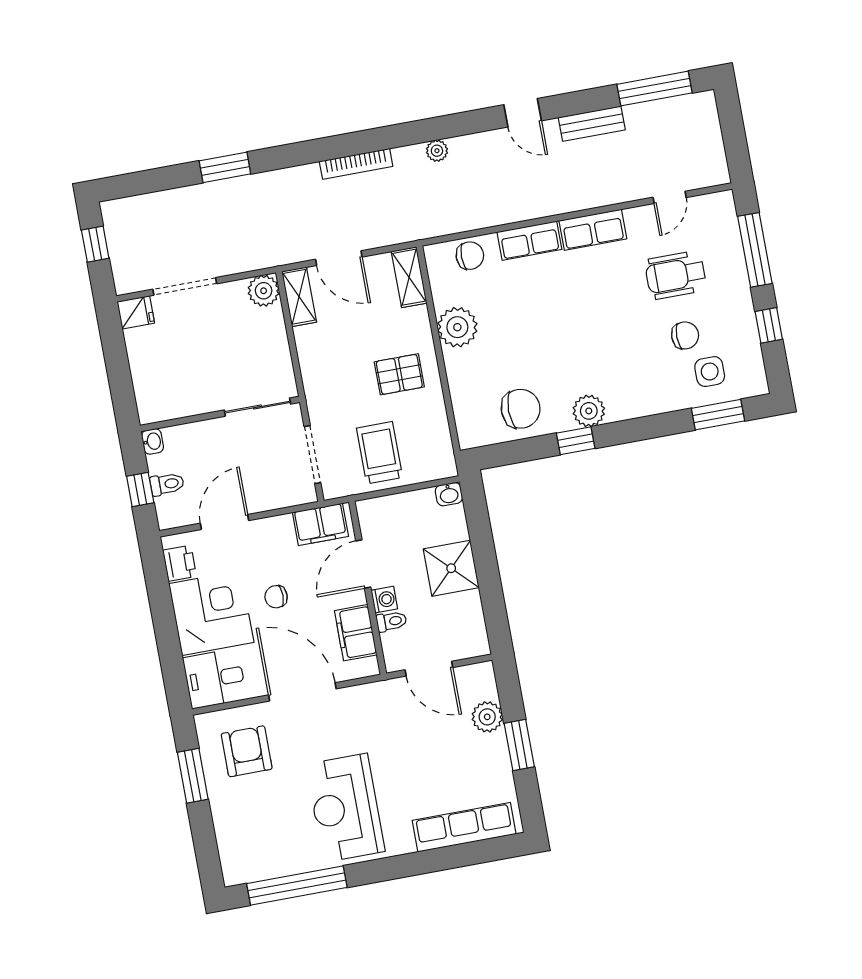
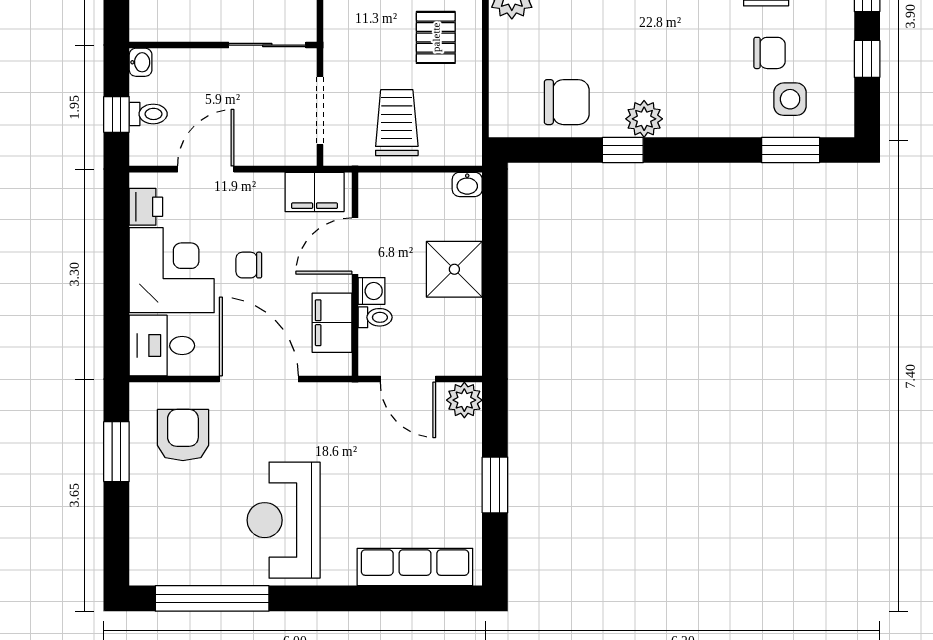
pallet: (399, 374) -> (436, 37), turned 90
plant: (487, 717) -> (464, 400), moved

